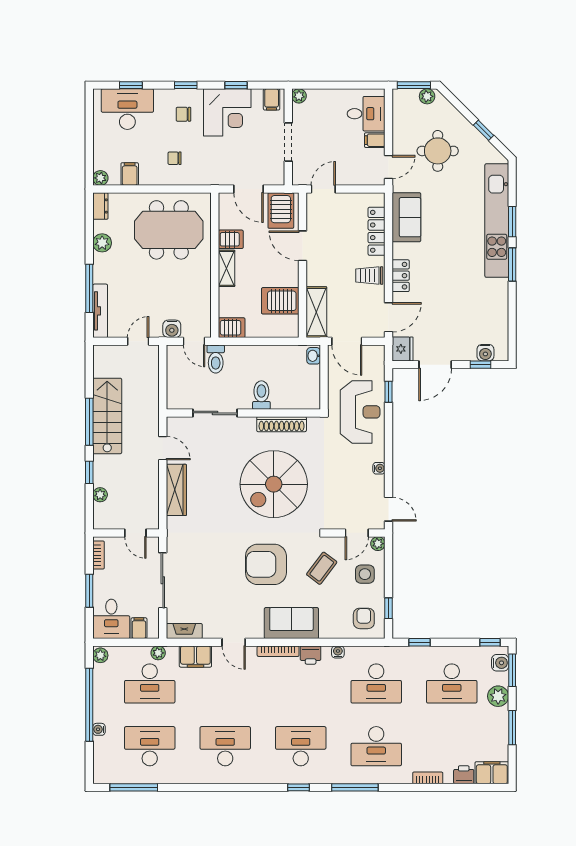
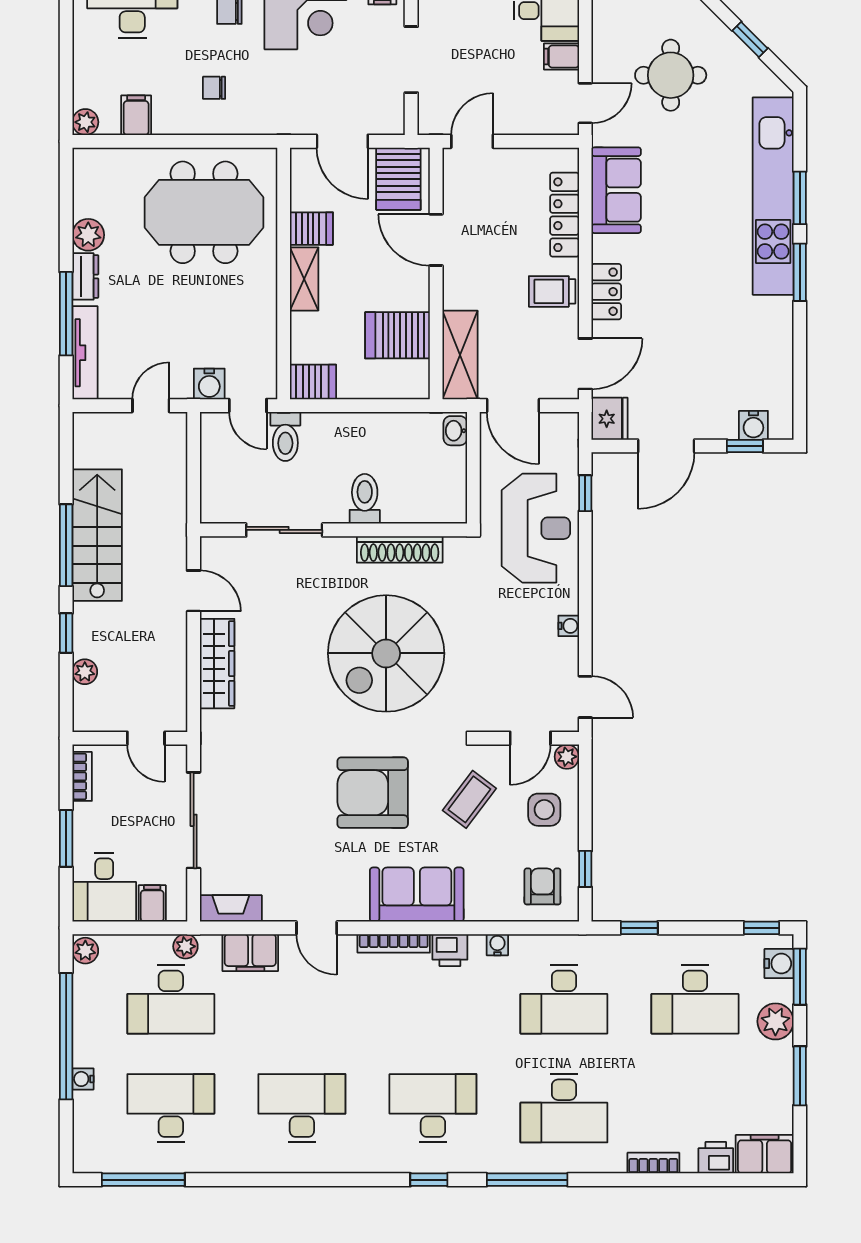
dresser: (100, 206) -> (85, 276), moved

